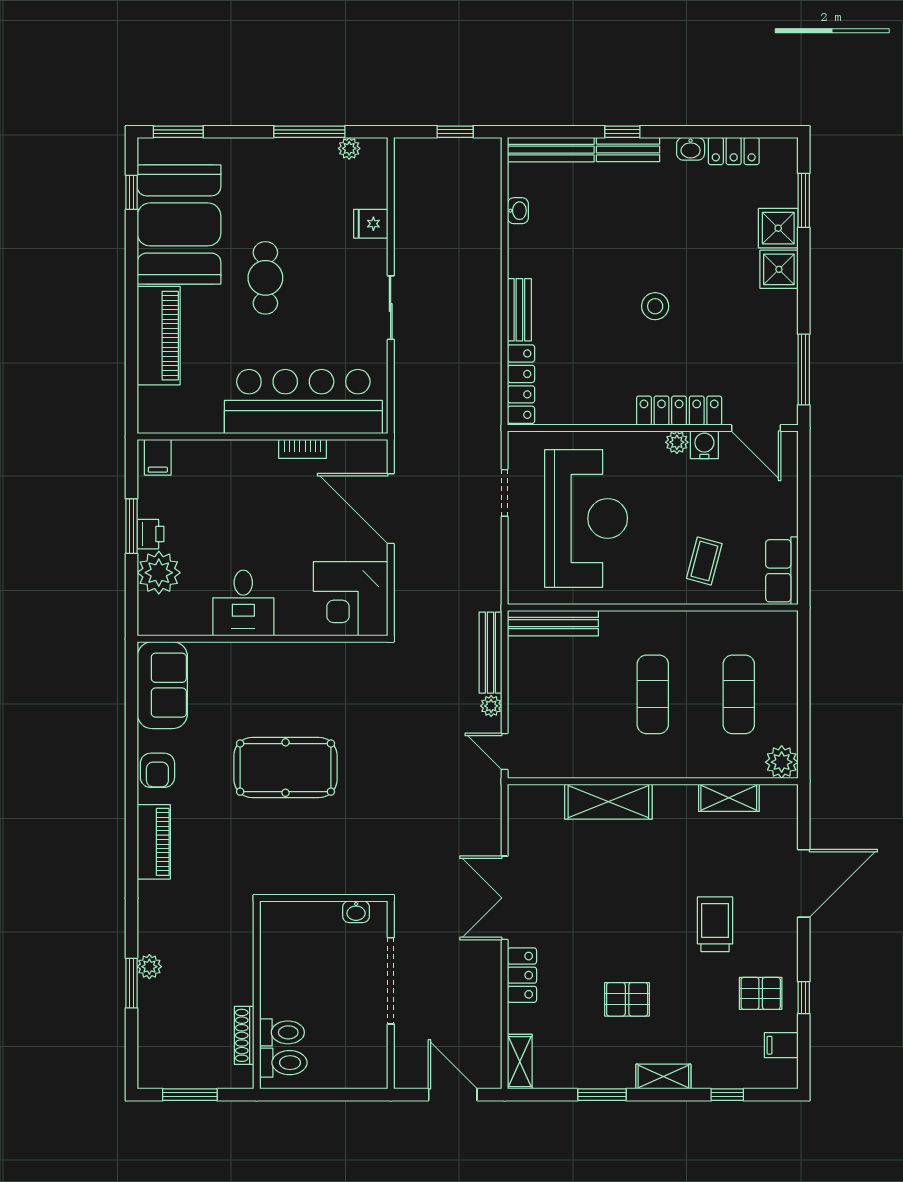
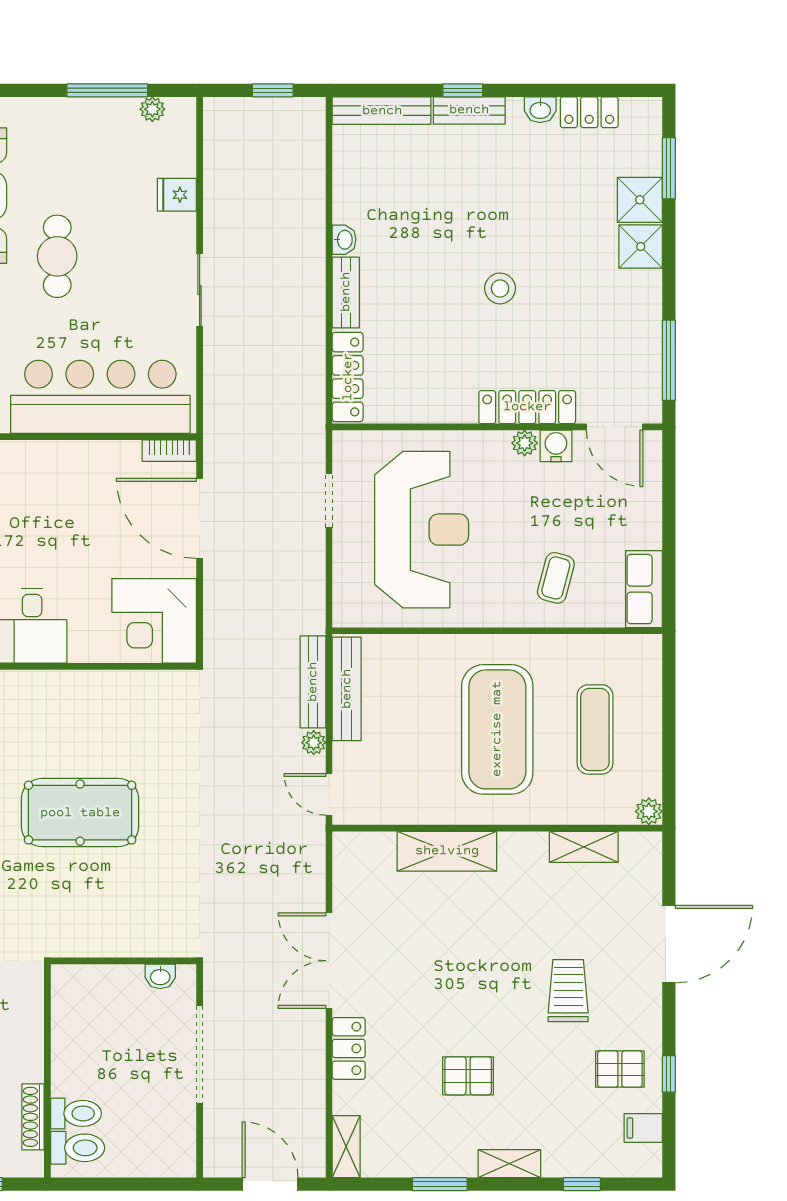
washbasin: (518, 211) -> (344, 240), moved
bookcase: (302, 449) -> (169, 451), moved
bench: (553, 623) -> (347, 689), moved, turned 90
exercise mat: (653, 694) -> (497, 729), width x2.00, depth x1.45
plant: (782, 762) -> (649, 811), width x0.73, depth x0.73

